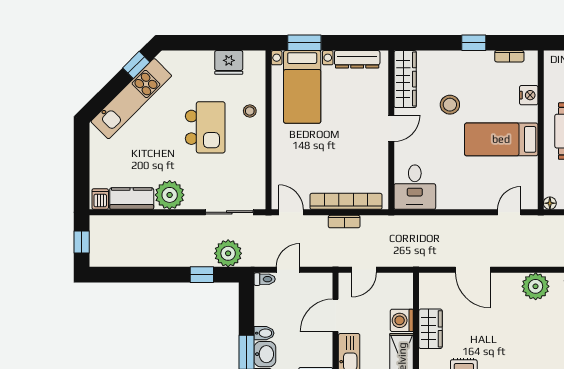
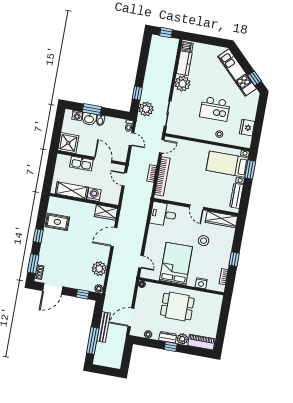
bed: (501, 139) -> (176, 264), width x1.50
wardrobe: (430, 329) -> (106, 212), moved

